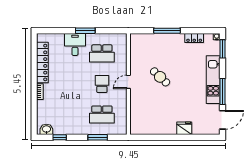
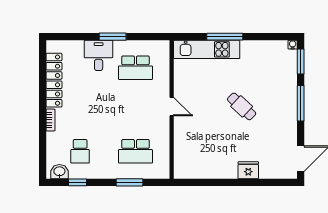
locker: (194, 38) -> (262, 46), removed
cafe table: (160, 77) -> (242, 106), moved
kitchen unit: (213, 80) -> (207, 49), moved, turned -90
door: (128, 82) -> (172, 107), swing flipped
school desk: (102, 84) -> (80, 151), moved, turned 180
window: (222, 92) -> (301, 103), moved

